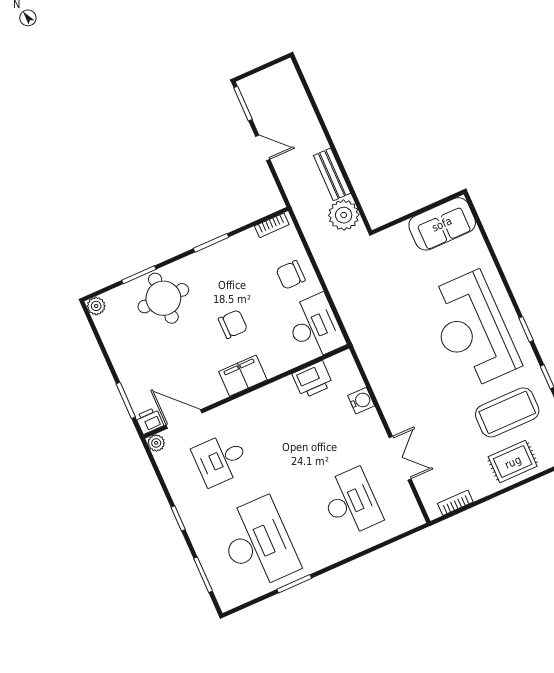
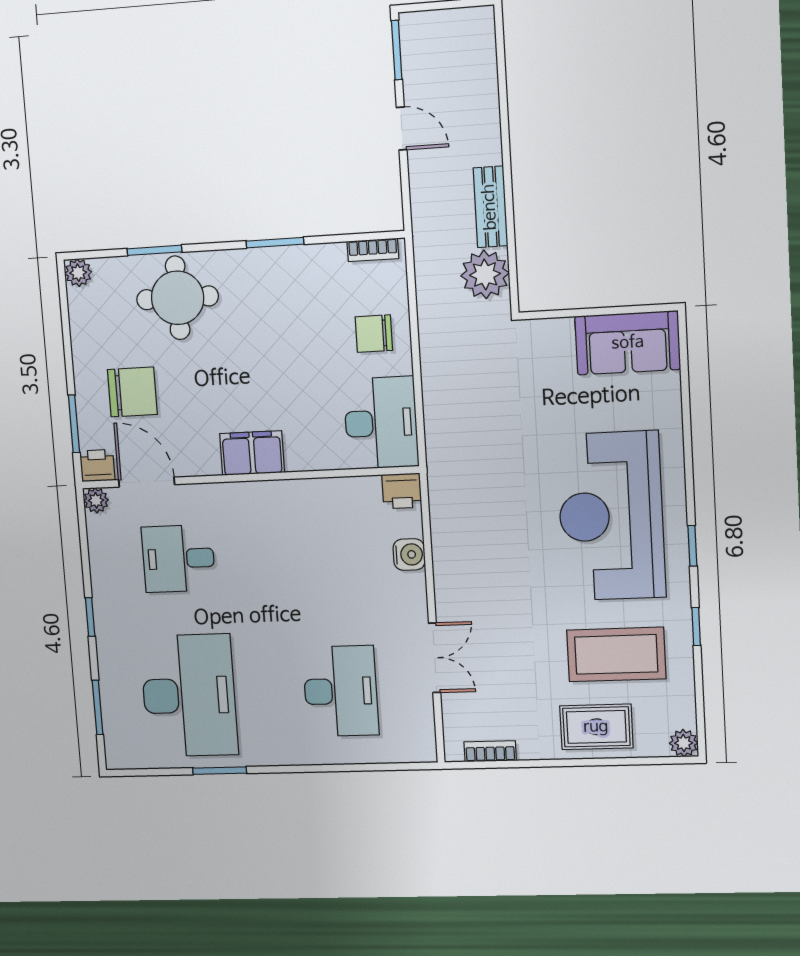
chair: (233, 324) -> (132, 392), moved, width x1.37, depth x1.37
printer: (313, 380) -> (402, 491), moved, width x0.73, depth x0.81

